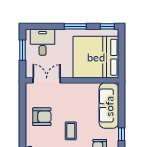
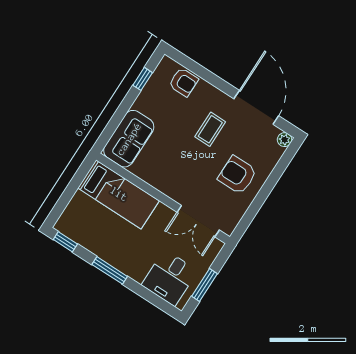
bed: (96, 57) -> (119, 194), width x0.49
sofa: (109, 106) -> (129, 139), width x0.73

